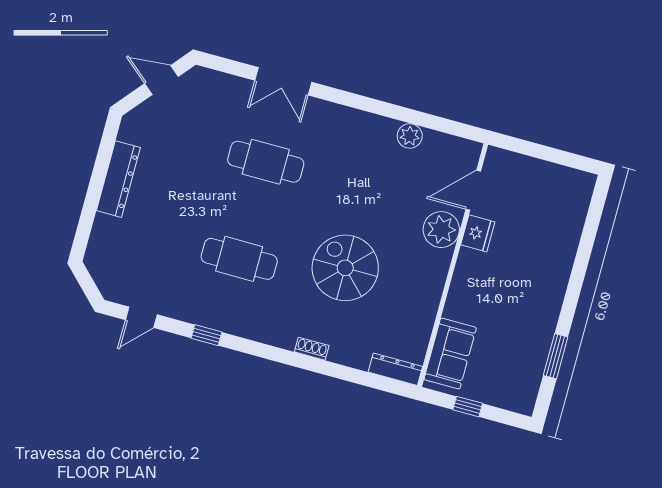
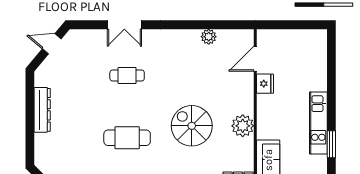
cafe table: (266, 162) -> (127, 76), width x0.73, depth x0.74
plant: (441, 230) -> (243, 126), moved
kitchen unit: (544, 318) -> (318, 123), added

